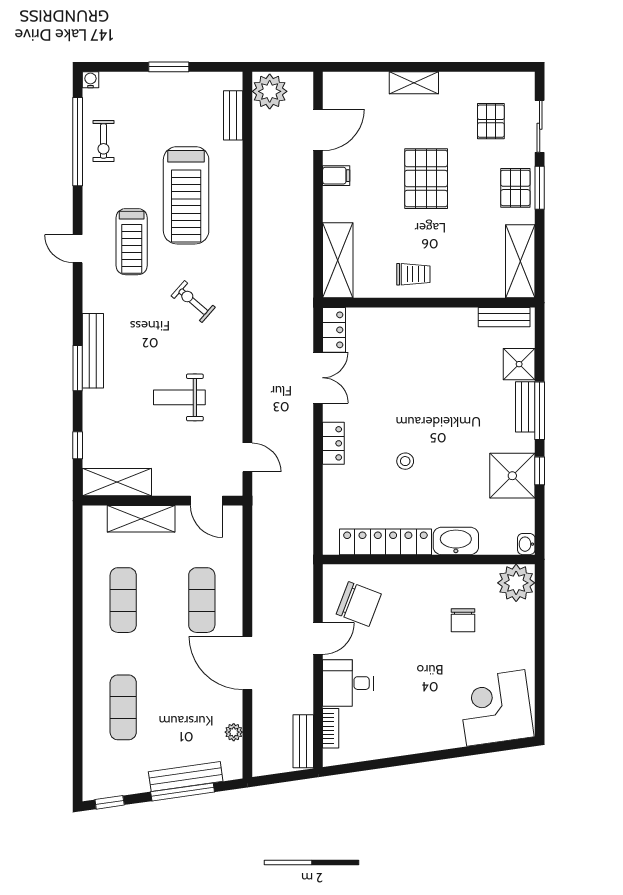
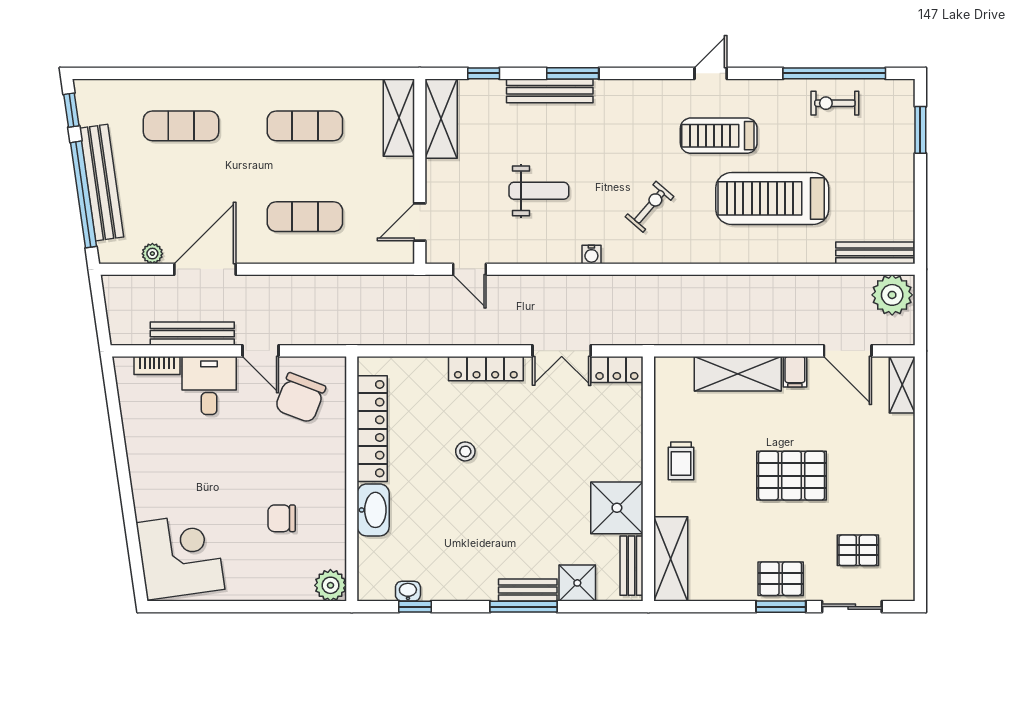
window: (169, 67) -> (920, 130), moved
water cooler: (90, 80) -> (591, 254), moved, turned 90
shelving: (414, 83) -> (902, 385), moved
bench: (233, 115) -> (875, 253), width x1.36
shelving: (338, 260) -> (738, 374), moved
shelving: (520, 261) -> (671, 559), moved, turned 90
bench: (93, 351) -> (550, 91), moved
weight bench: (179, 397) -> (539, 191), turned 90
locker: (333, 443) -> (486, 369), width x1.53
door: (247, 457) -> (470, 269), hinge flipped
window: (540, 471) -> (415, 607), moved
shower: (512, 476) -> (617, 508), moved
shelving: (141, 519) -> (399, 118), moved
washbasin: (526, 544) -> (408, 591), moved
plant: (516, 583) -> (330, 585), width x0.73, depth x0.73
door: (247, 663) -> (205, 269), moved
bench: (303, 741) -> (192, 334), moved, width x1.36
bench: (186, 776) -> (102, 183), width x1.37, depth x1.21
window: (183, 792) -> (83, 194), width x1.46

